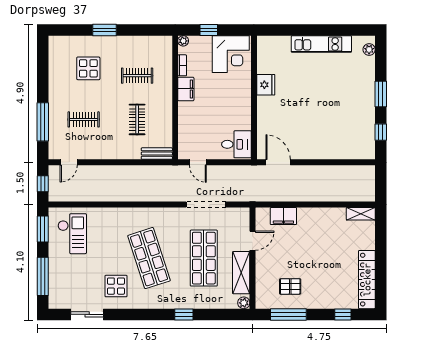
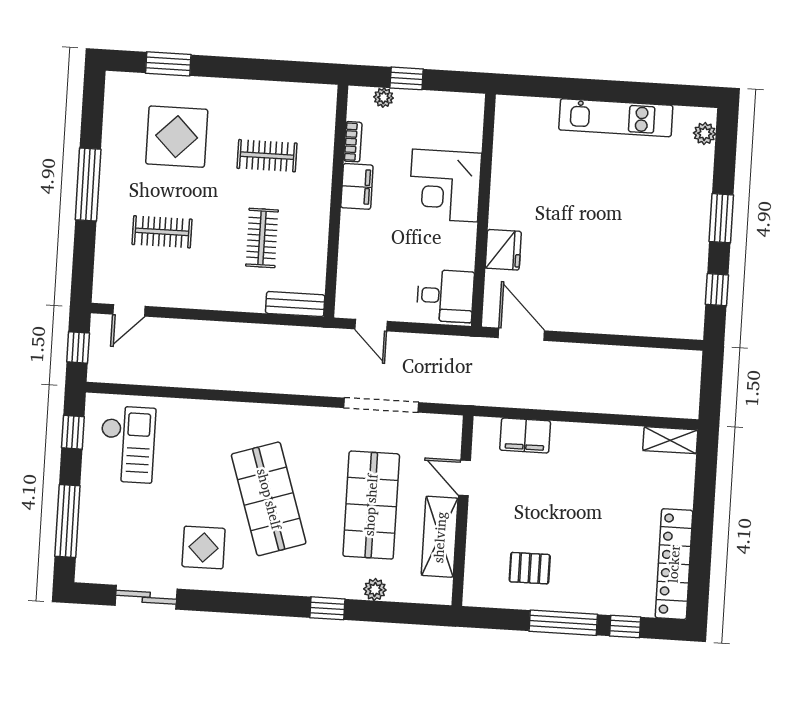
window: (104, 30) -> (168, 64), moved
plant: (183, 41) -> (384, 98), moved
corner desk: (231, 54) -> (445, 186), moved, turned 90
display table: (88, 68) -> (177, 137), width x1.36, depth x1.36
fridge: (266, 85) -> (503, 250), moved
window: (43, 122) -> (88, 184), moved
window: (43, 229) -> (73, 432), width x0.67
door: (253, 241) -> (464, 478), swing flipped
plant: (244, 303) -> (375, 589), moved
window: (288, 314) -> (563, 623), moved

